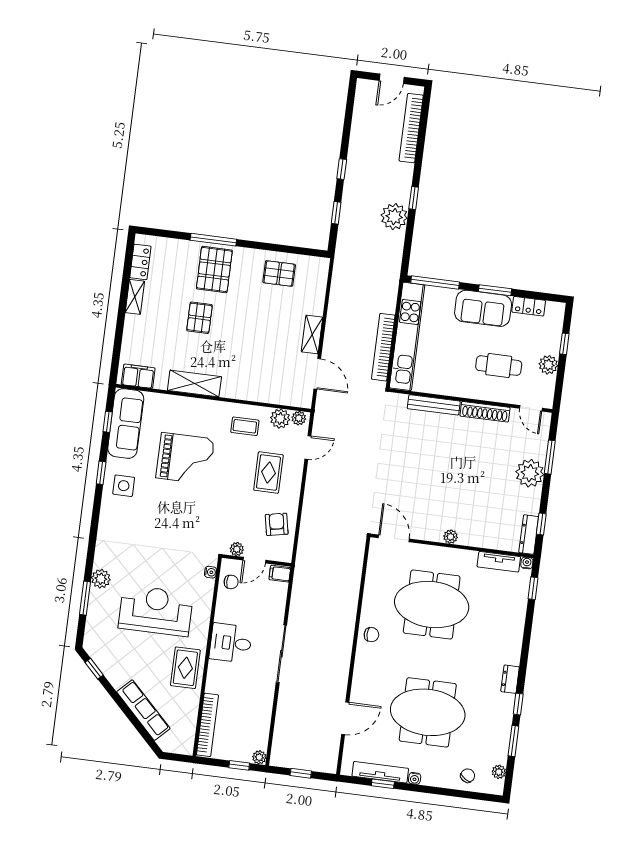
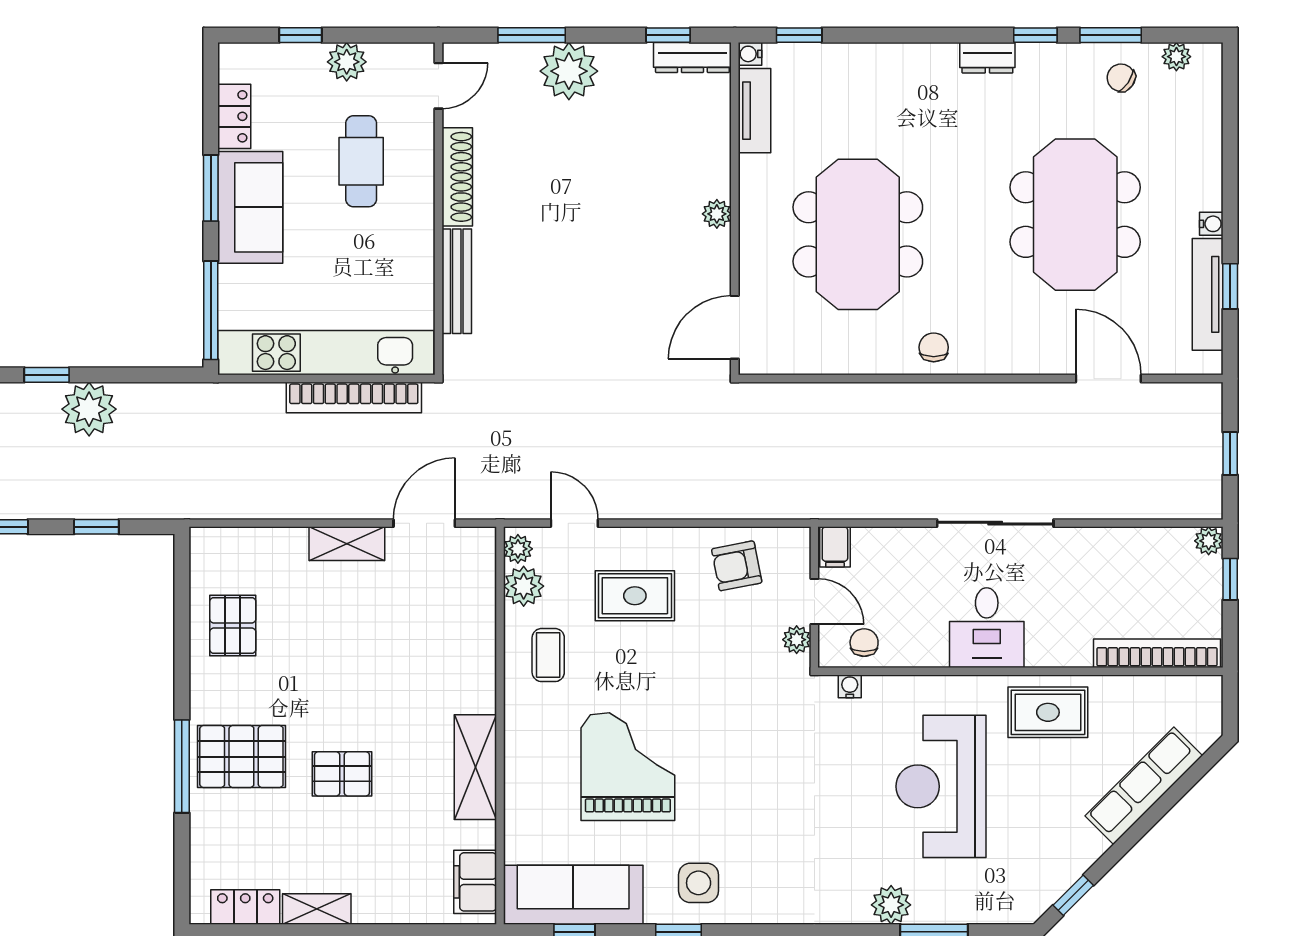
chair: (468, 776) -> (1121, 78), moved

